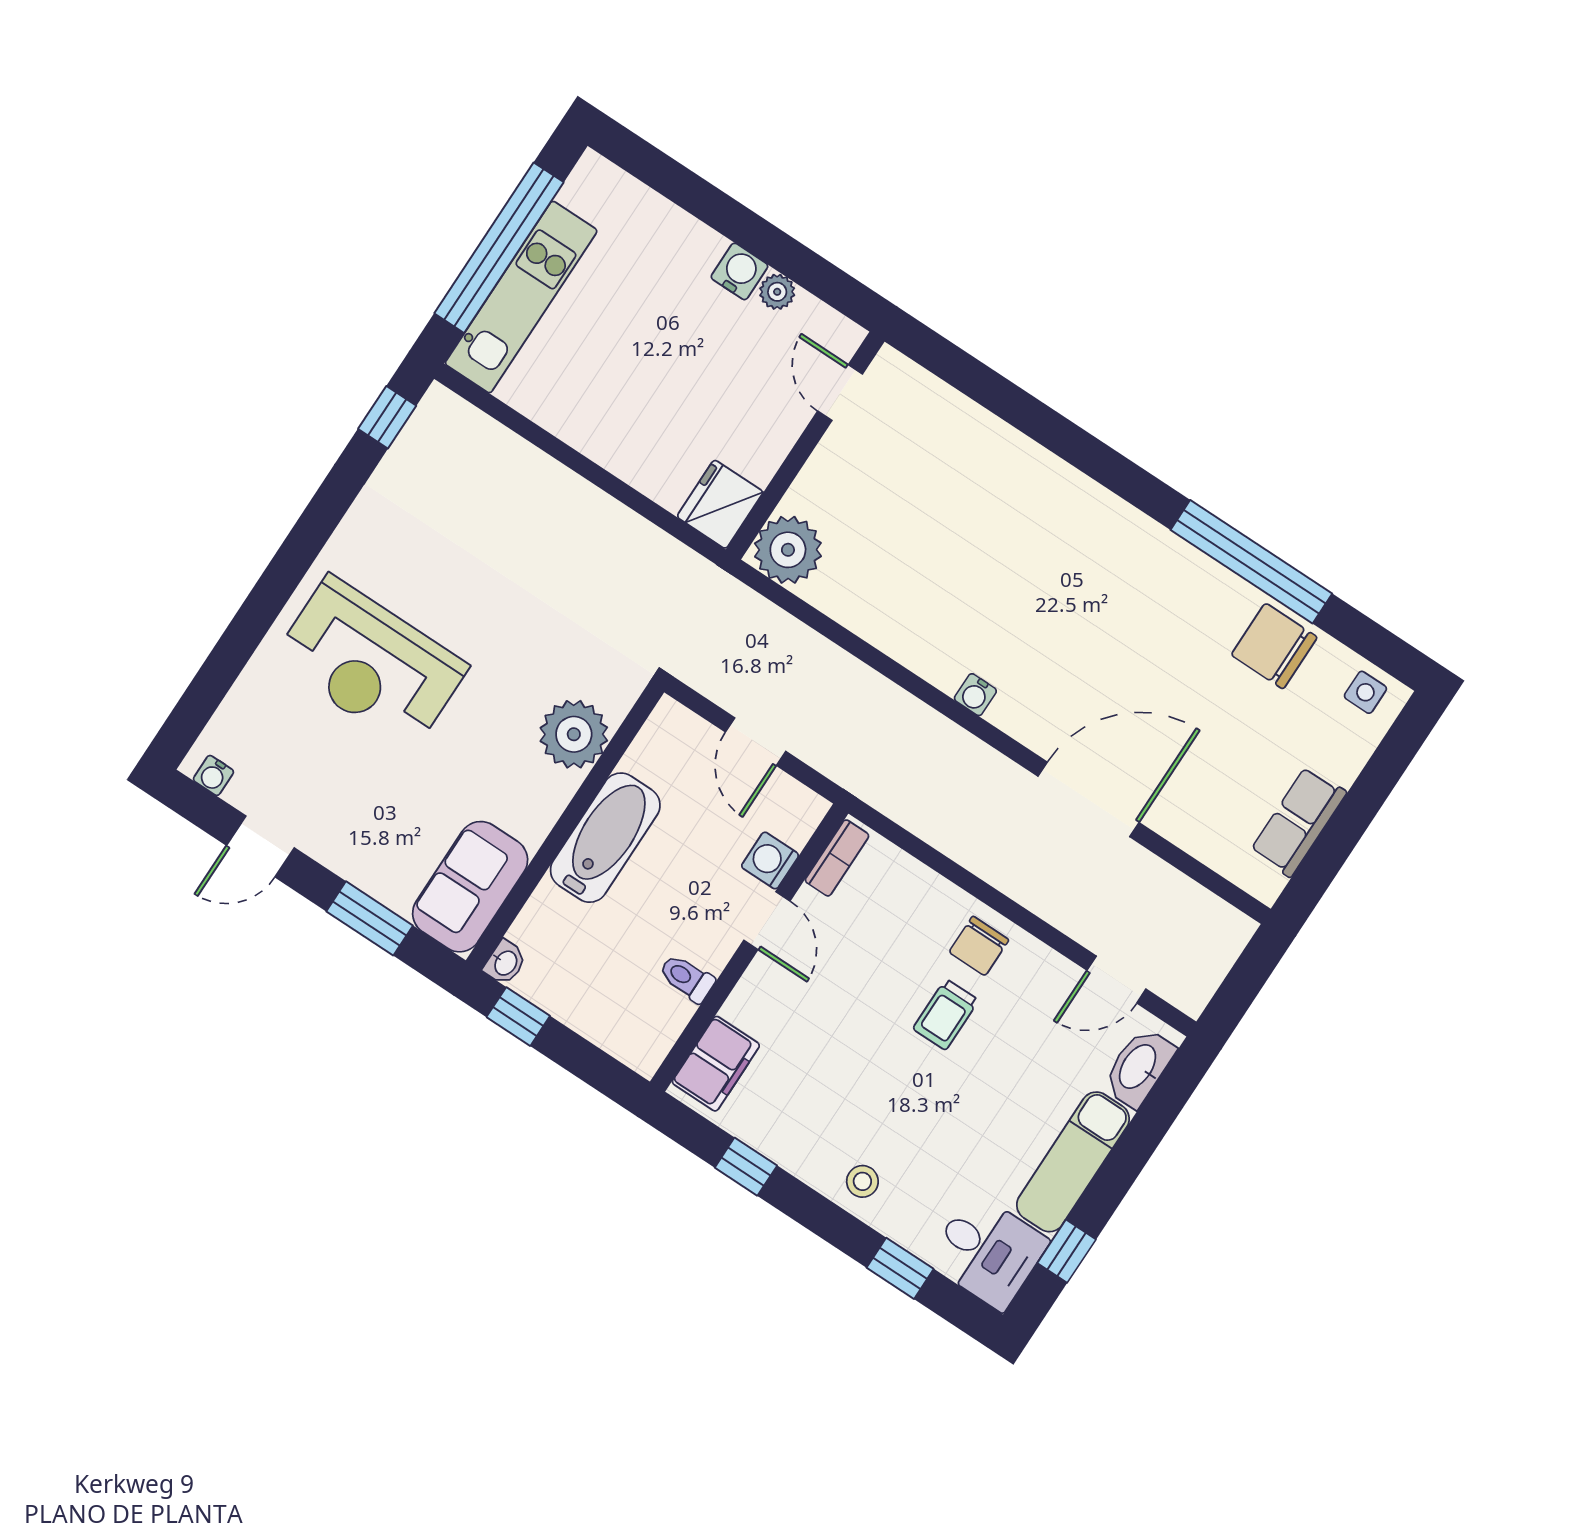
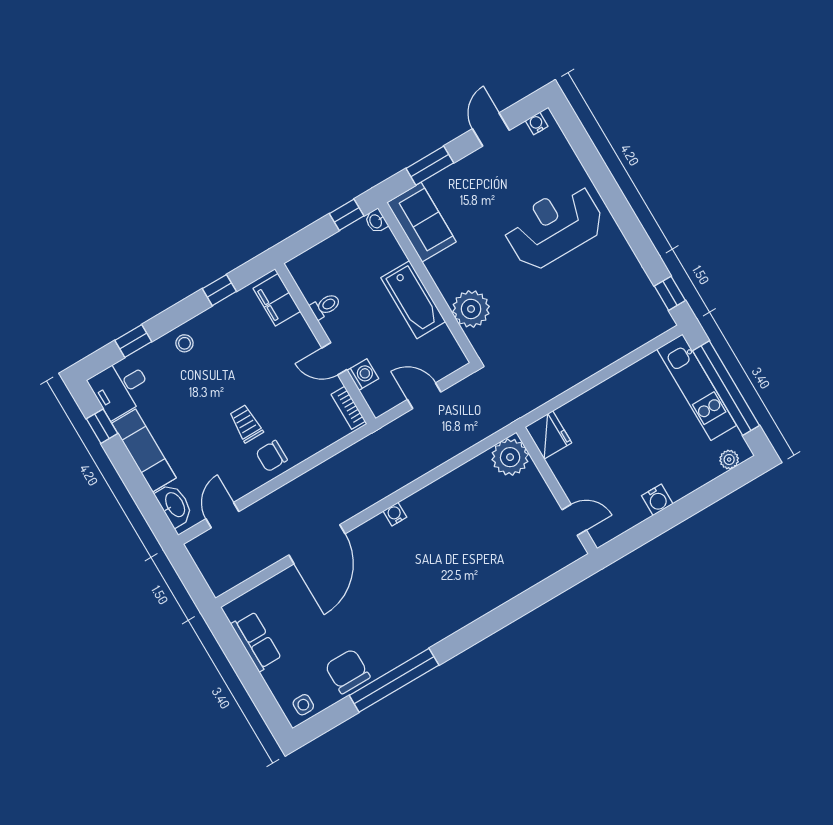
plant: (777, 292) -> (729, 460), moved
chair: (1274, 646) -> (348, 671), turned -90
chair: (979, 946) -> (272, 456), turned -90

